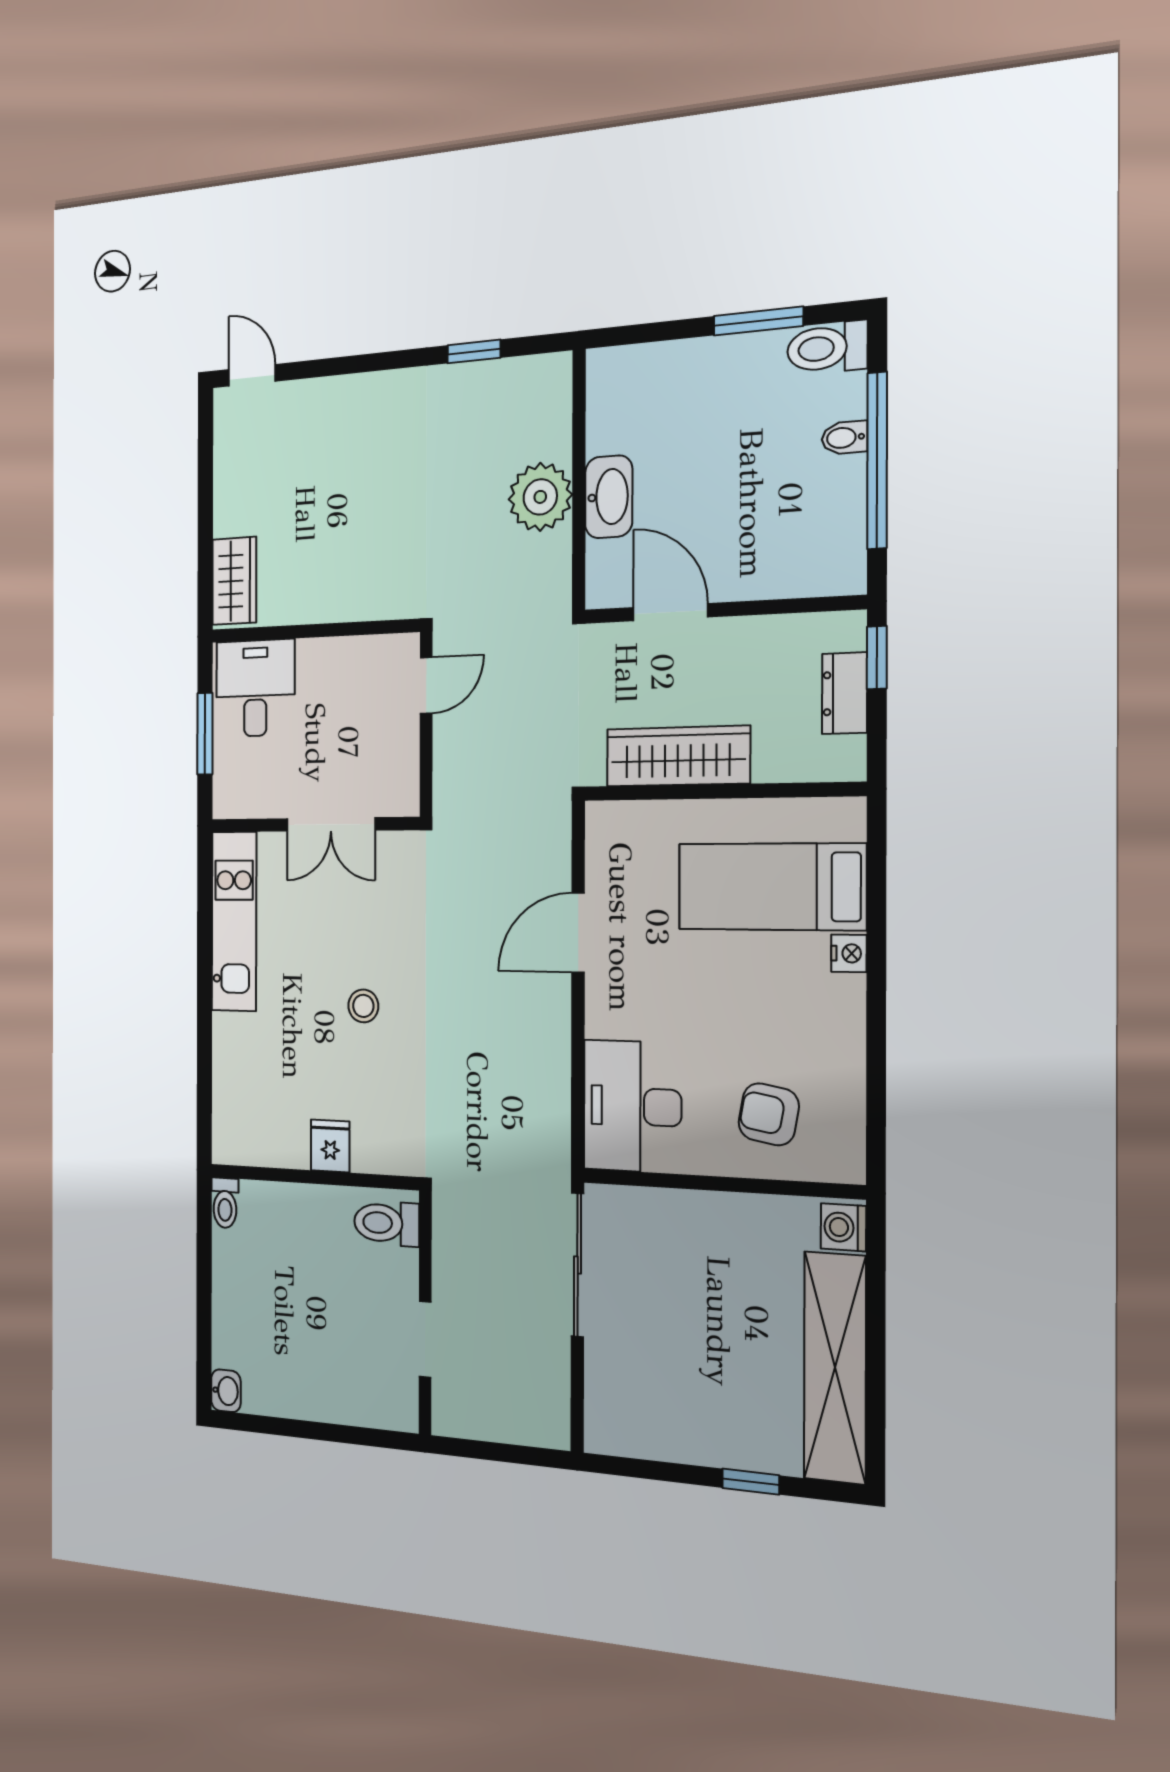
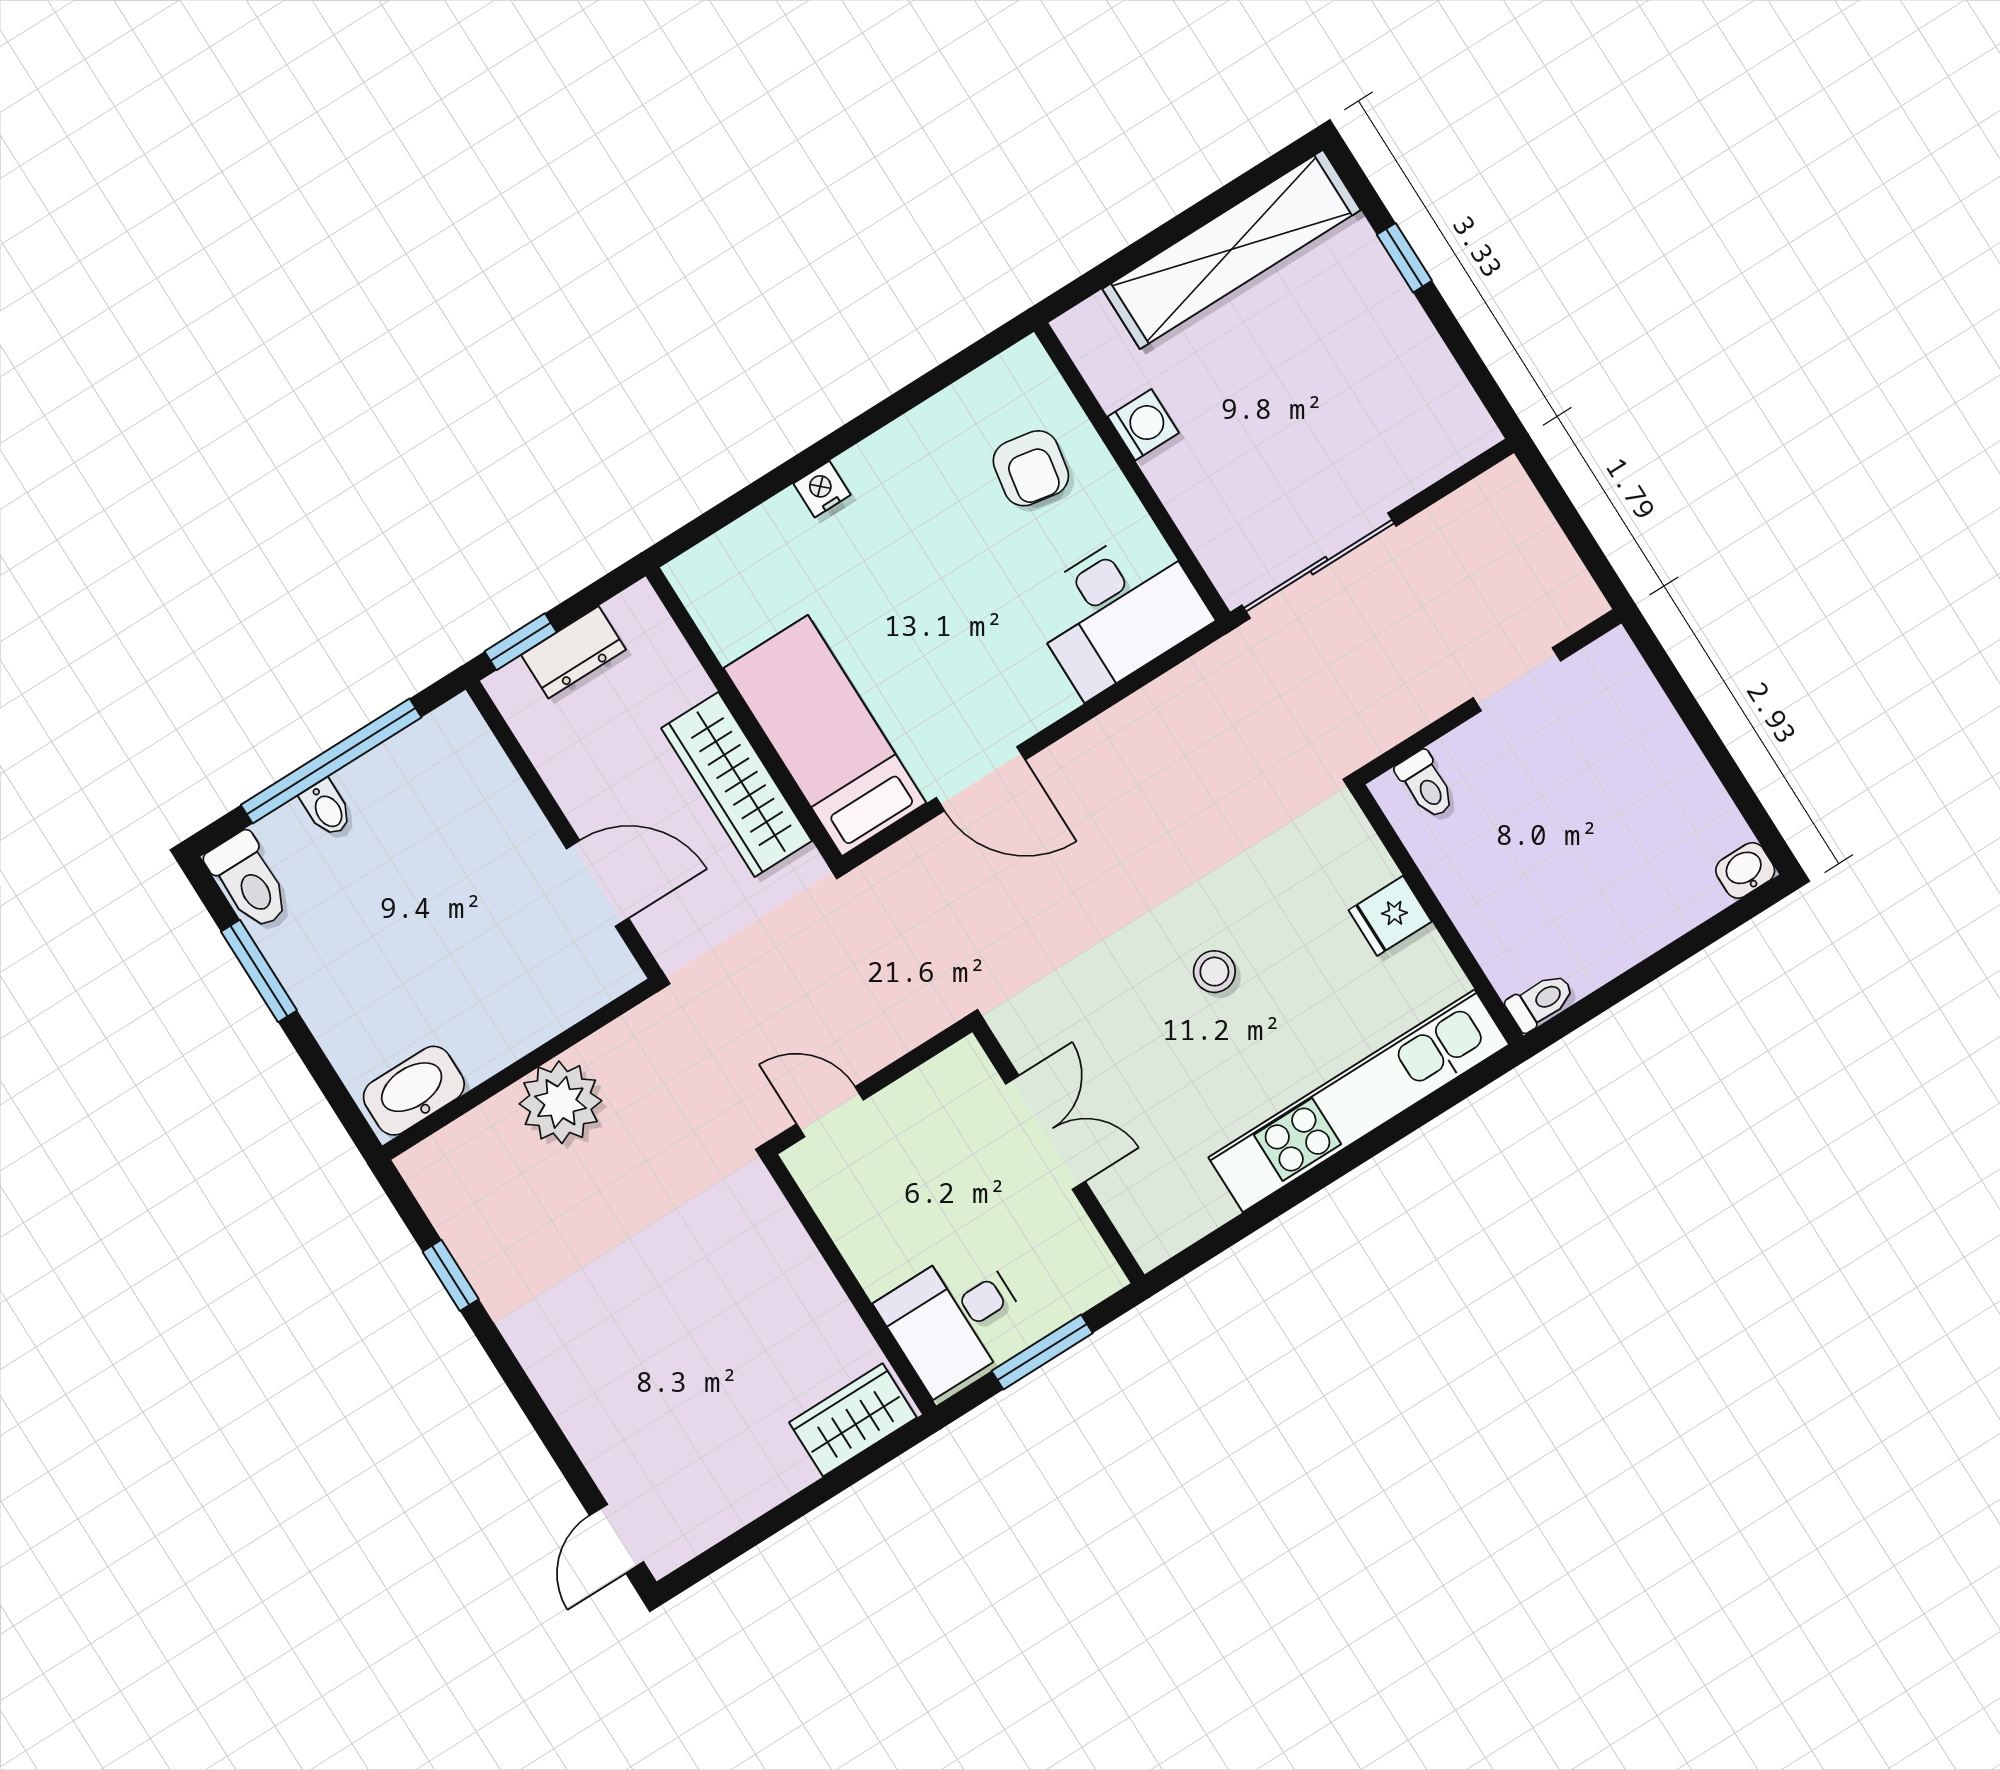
washbasin: (609, 497) -> (414, 1091), moved
door: (670, 612) -> (597, 883), swing flipped
bed: (771, 887) -> (825, 736), moved, turned 180
kitchen unit: (234, 921) -> (1359, 1101), moved, width x1.36
toilet: (387, 1223) -> (1426, 785), width x0.73, depth x0.72
washing machine: (843, 1227) -> (1143, 425), moved, turned -90

